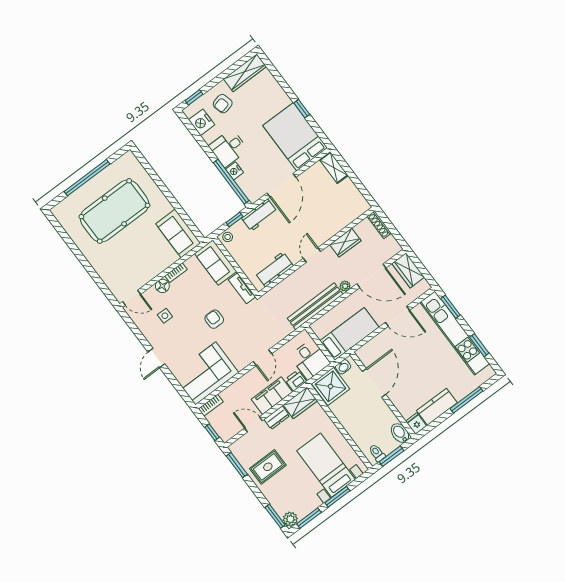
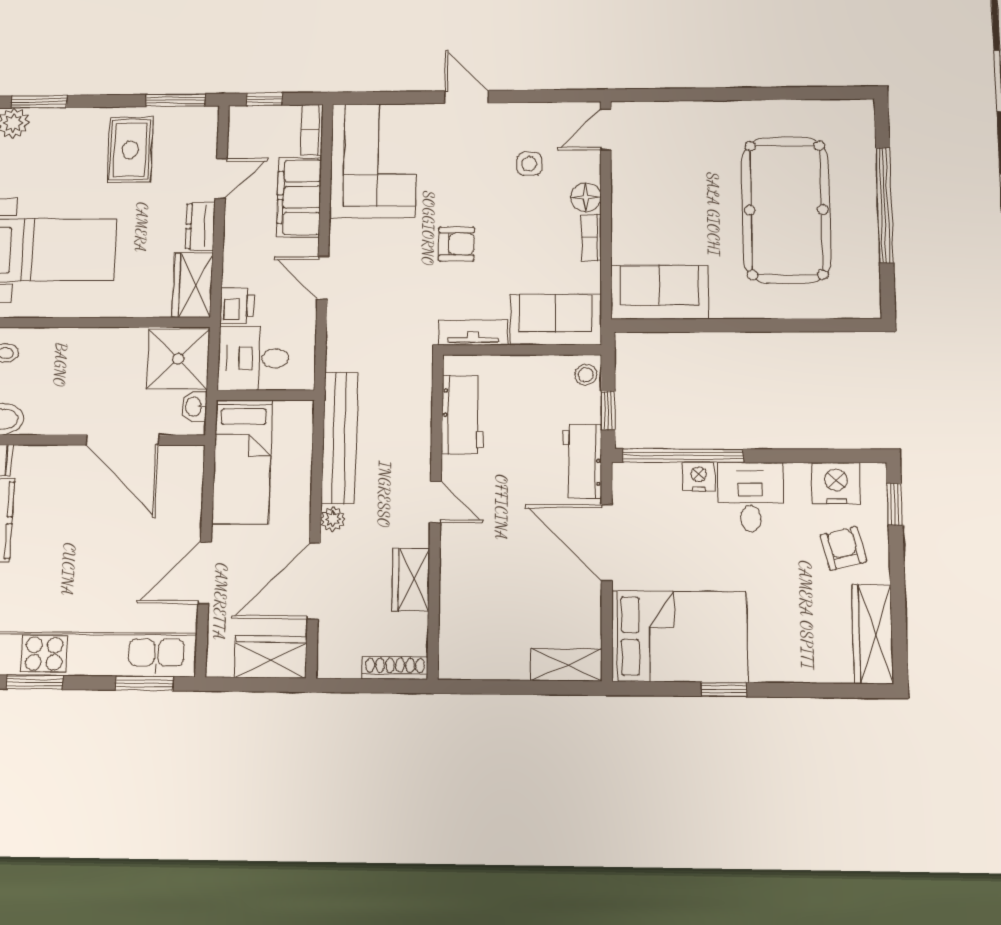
filing cabinet: (272, 396) -> (299, 197), moved, turned 180

